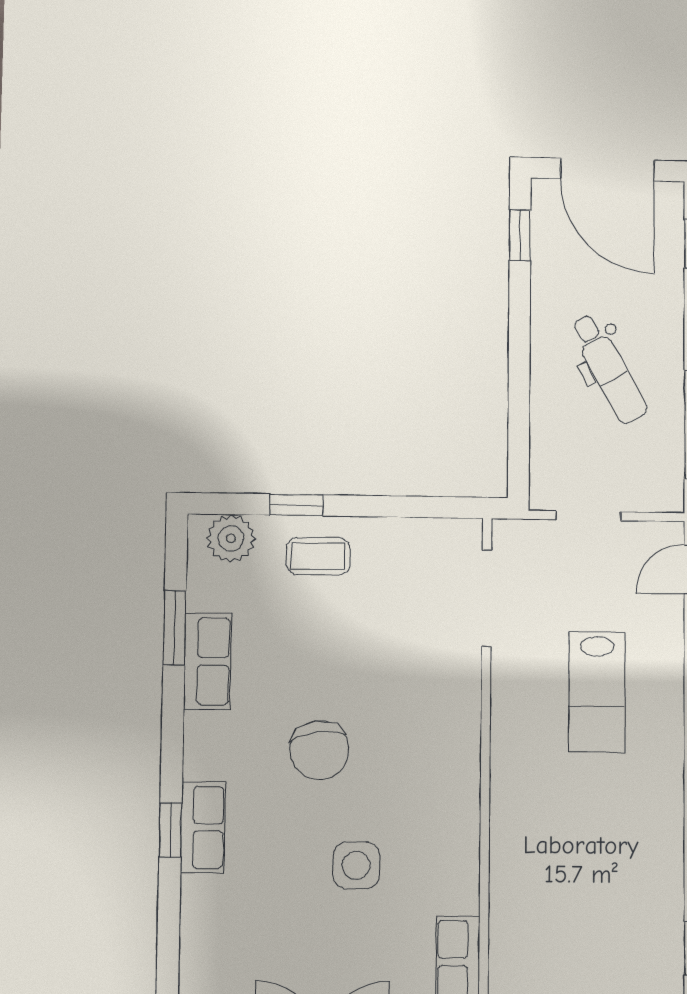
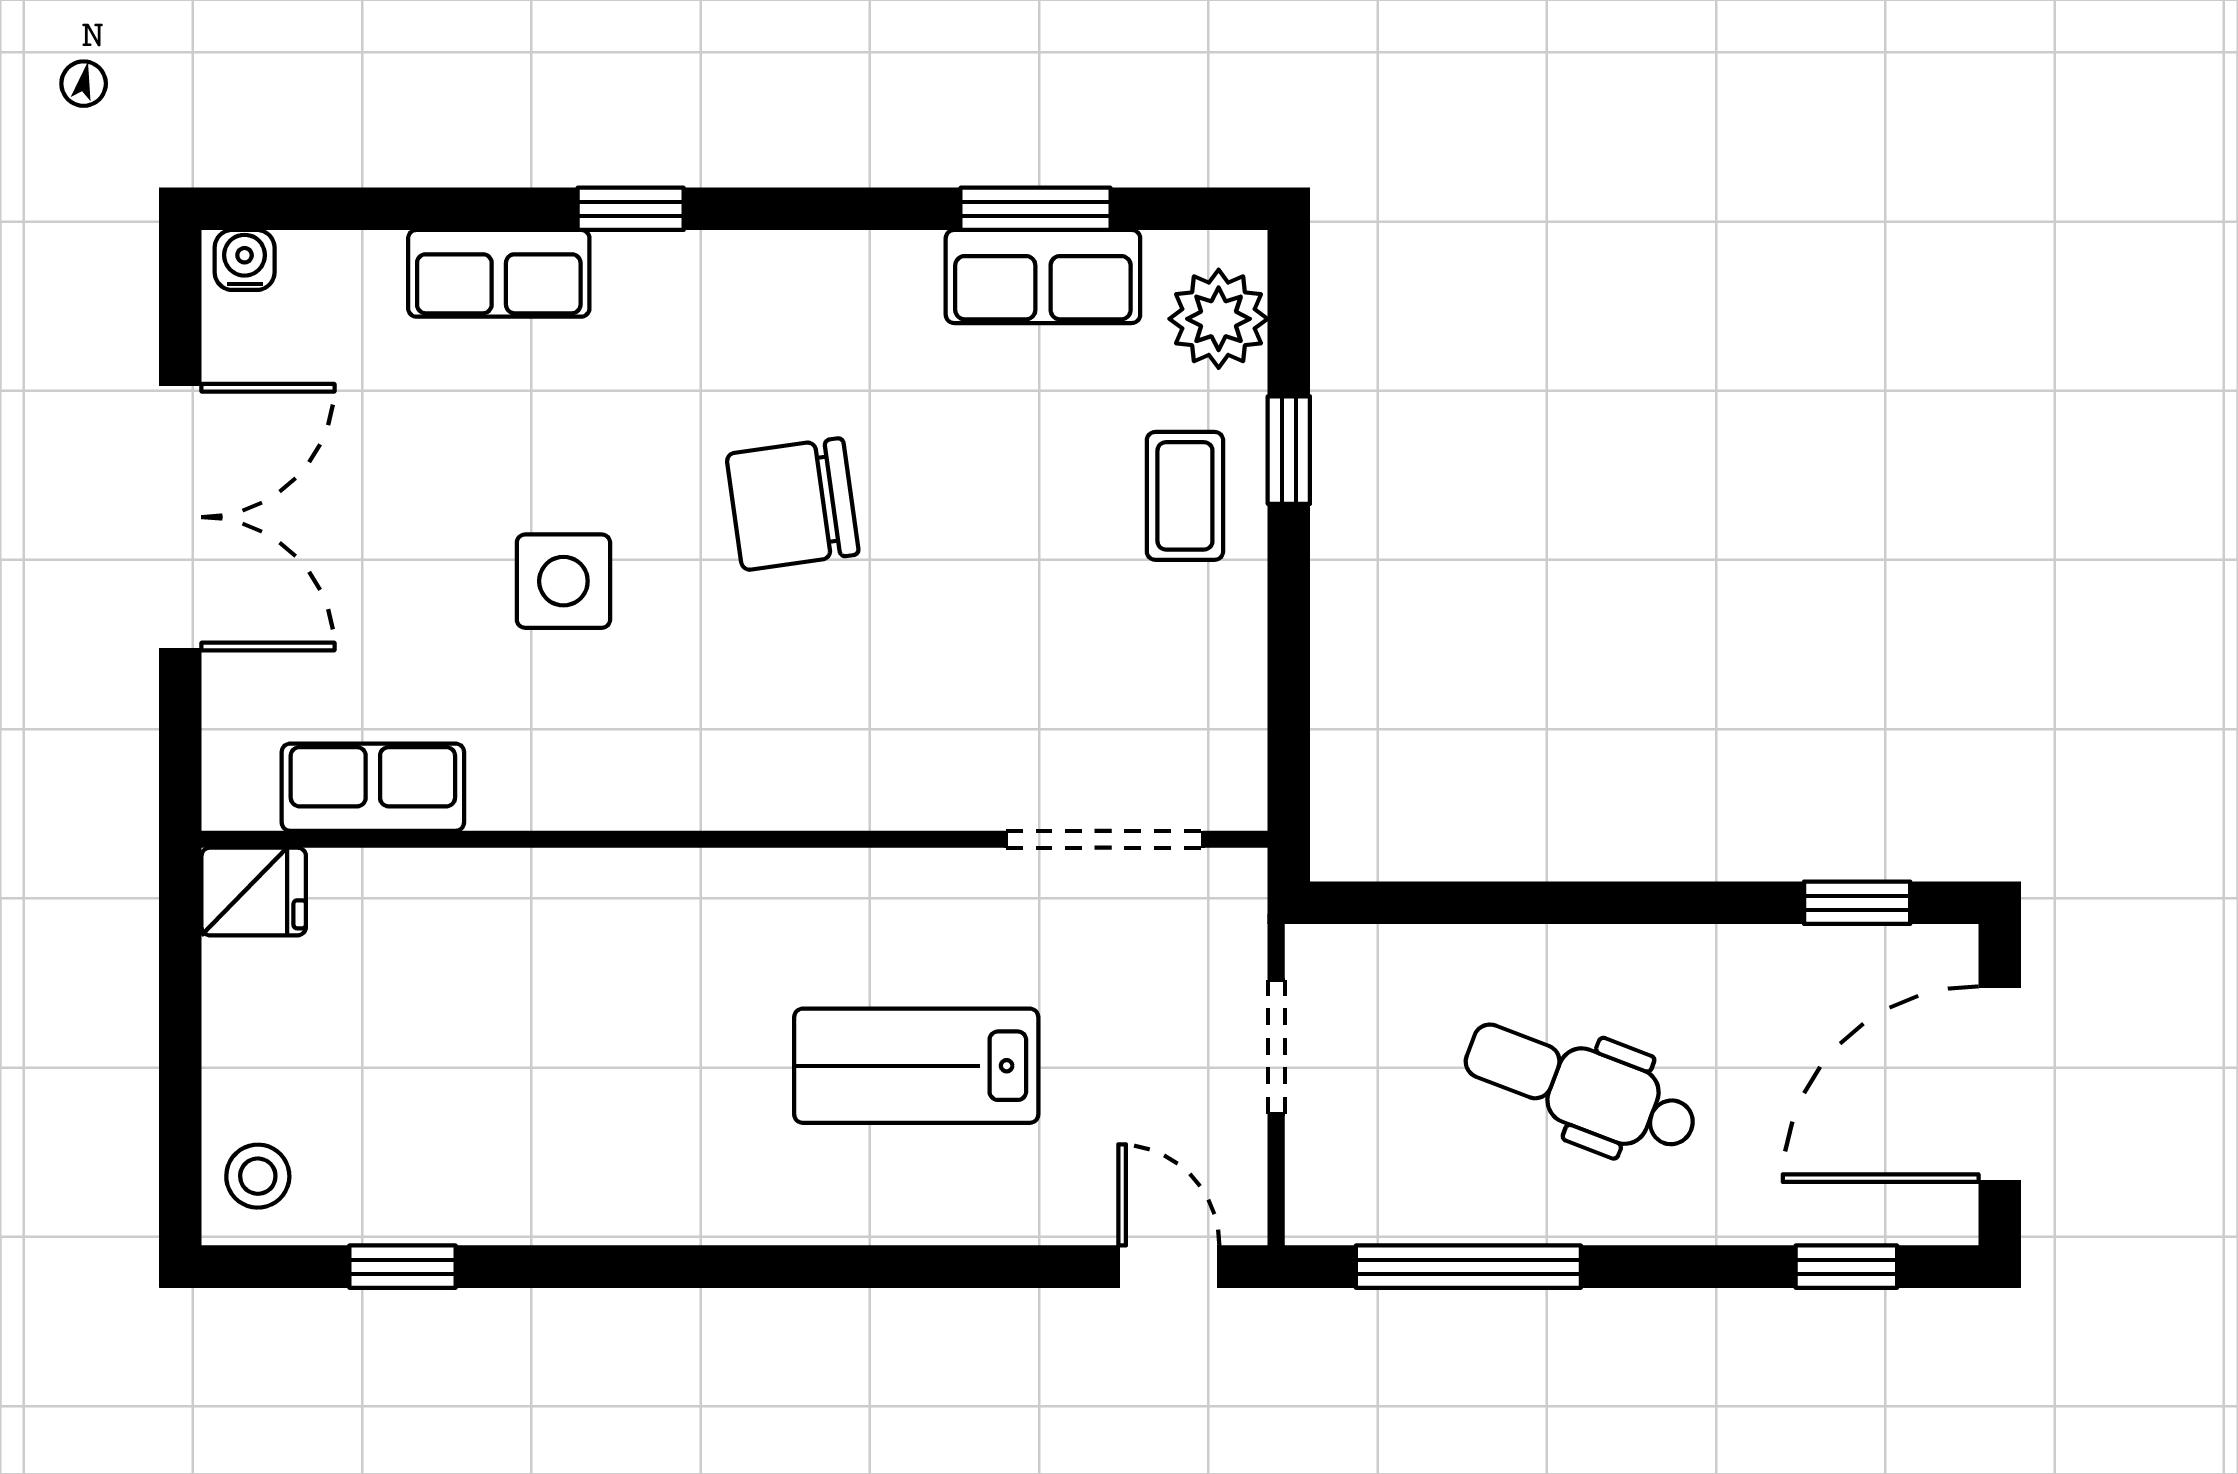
dental chair: (609, 369) -> (1581, 1088), turned 50
row of seats: (208, 661) -> (1043, 276), moved
row of seats: (203, 827) -> (499, 273), moved

